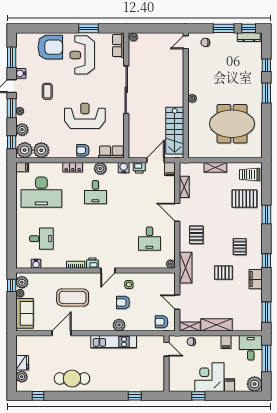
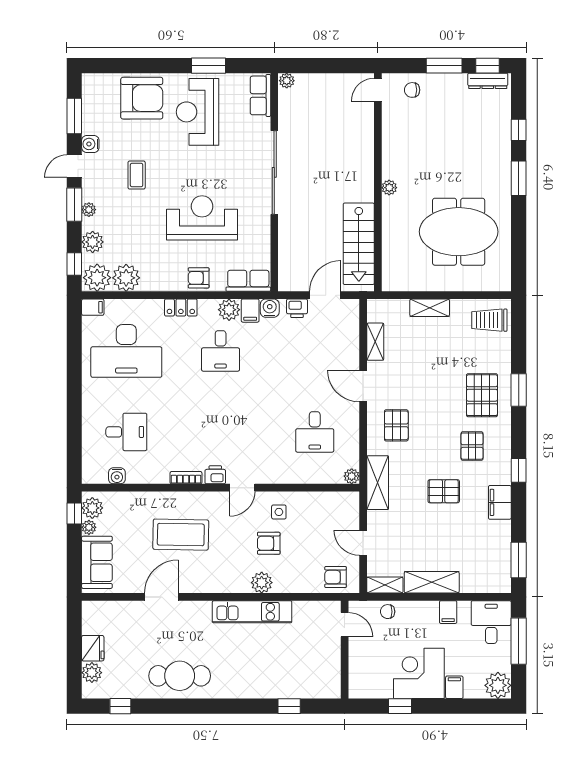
filing cabinet: (170, 169) -> (250, 311), moved
pallet: (244, 199) -> (482, 395), moved, turned 90

